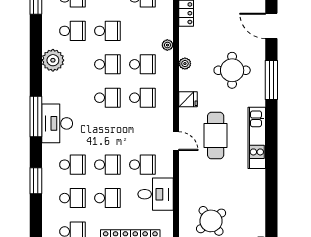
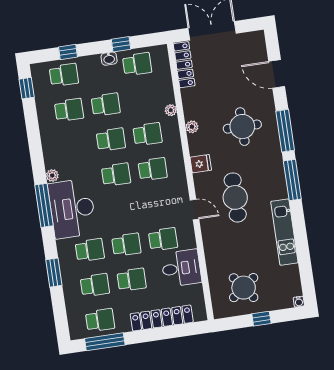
plant: (53, 60) -> (52, 175), moved, width x0.53, depth x0.53
desk: (57, 123) -> (72, 209), width x1.36, depth x1.30
window: (271, 127) -> (292, 180), added
kitchen unit: (257, 138) -> (284, 232), moved

